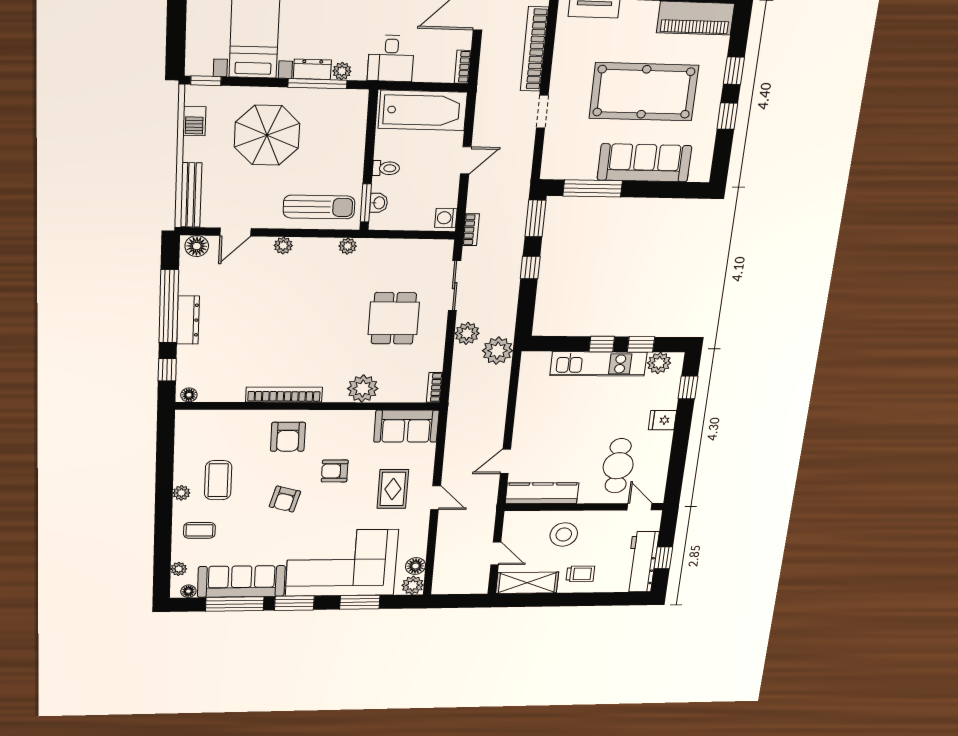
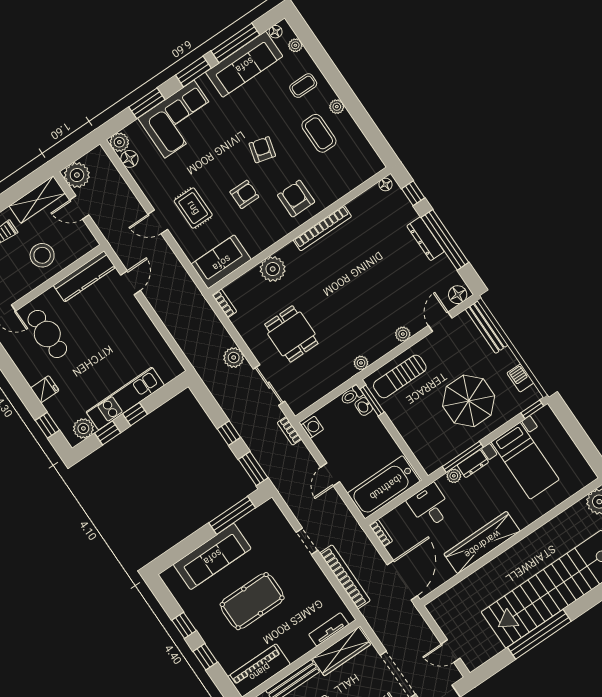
pool table: (644, 92) -> (252, 601), width x0.73, depth x0.76
toilet: (386, 168) -> (352, 395), moved
plant: (498, 351) -> (77, 175), moved
corner sofa: (342, 563) -> (179, 119), width x0.73, depth x0.74

